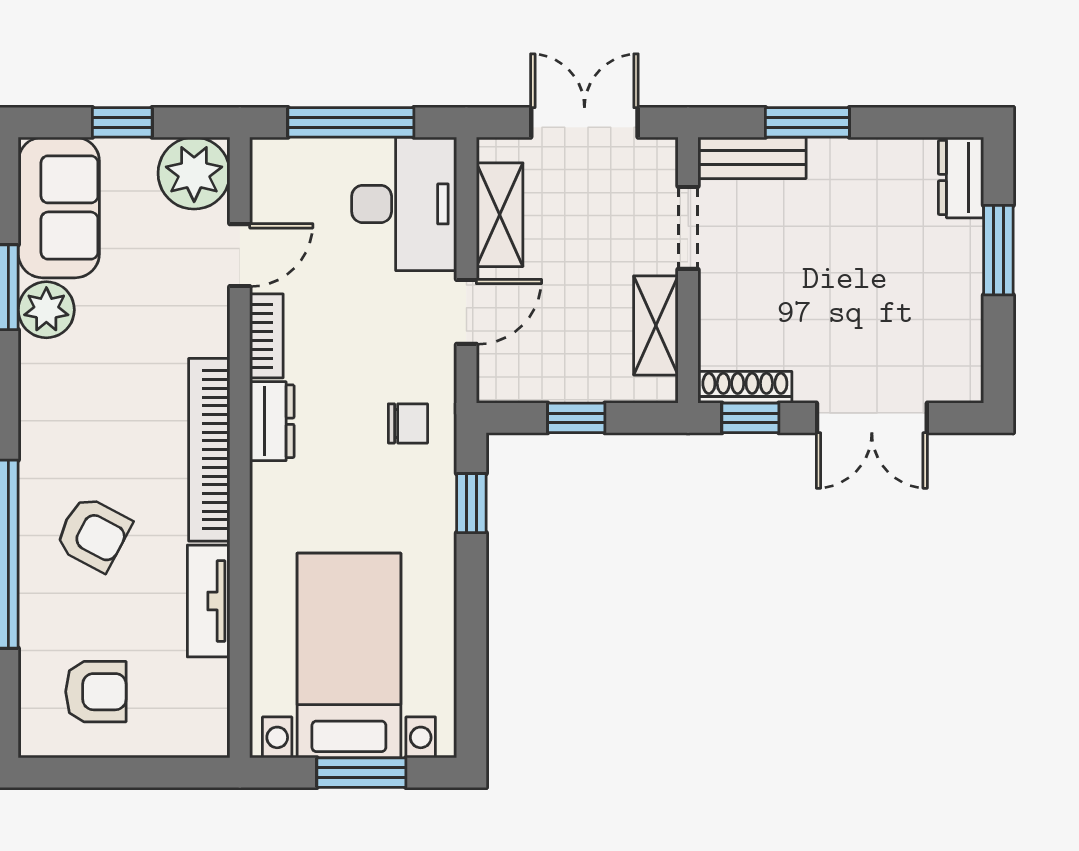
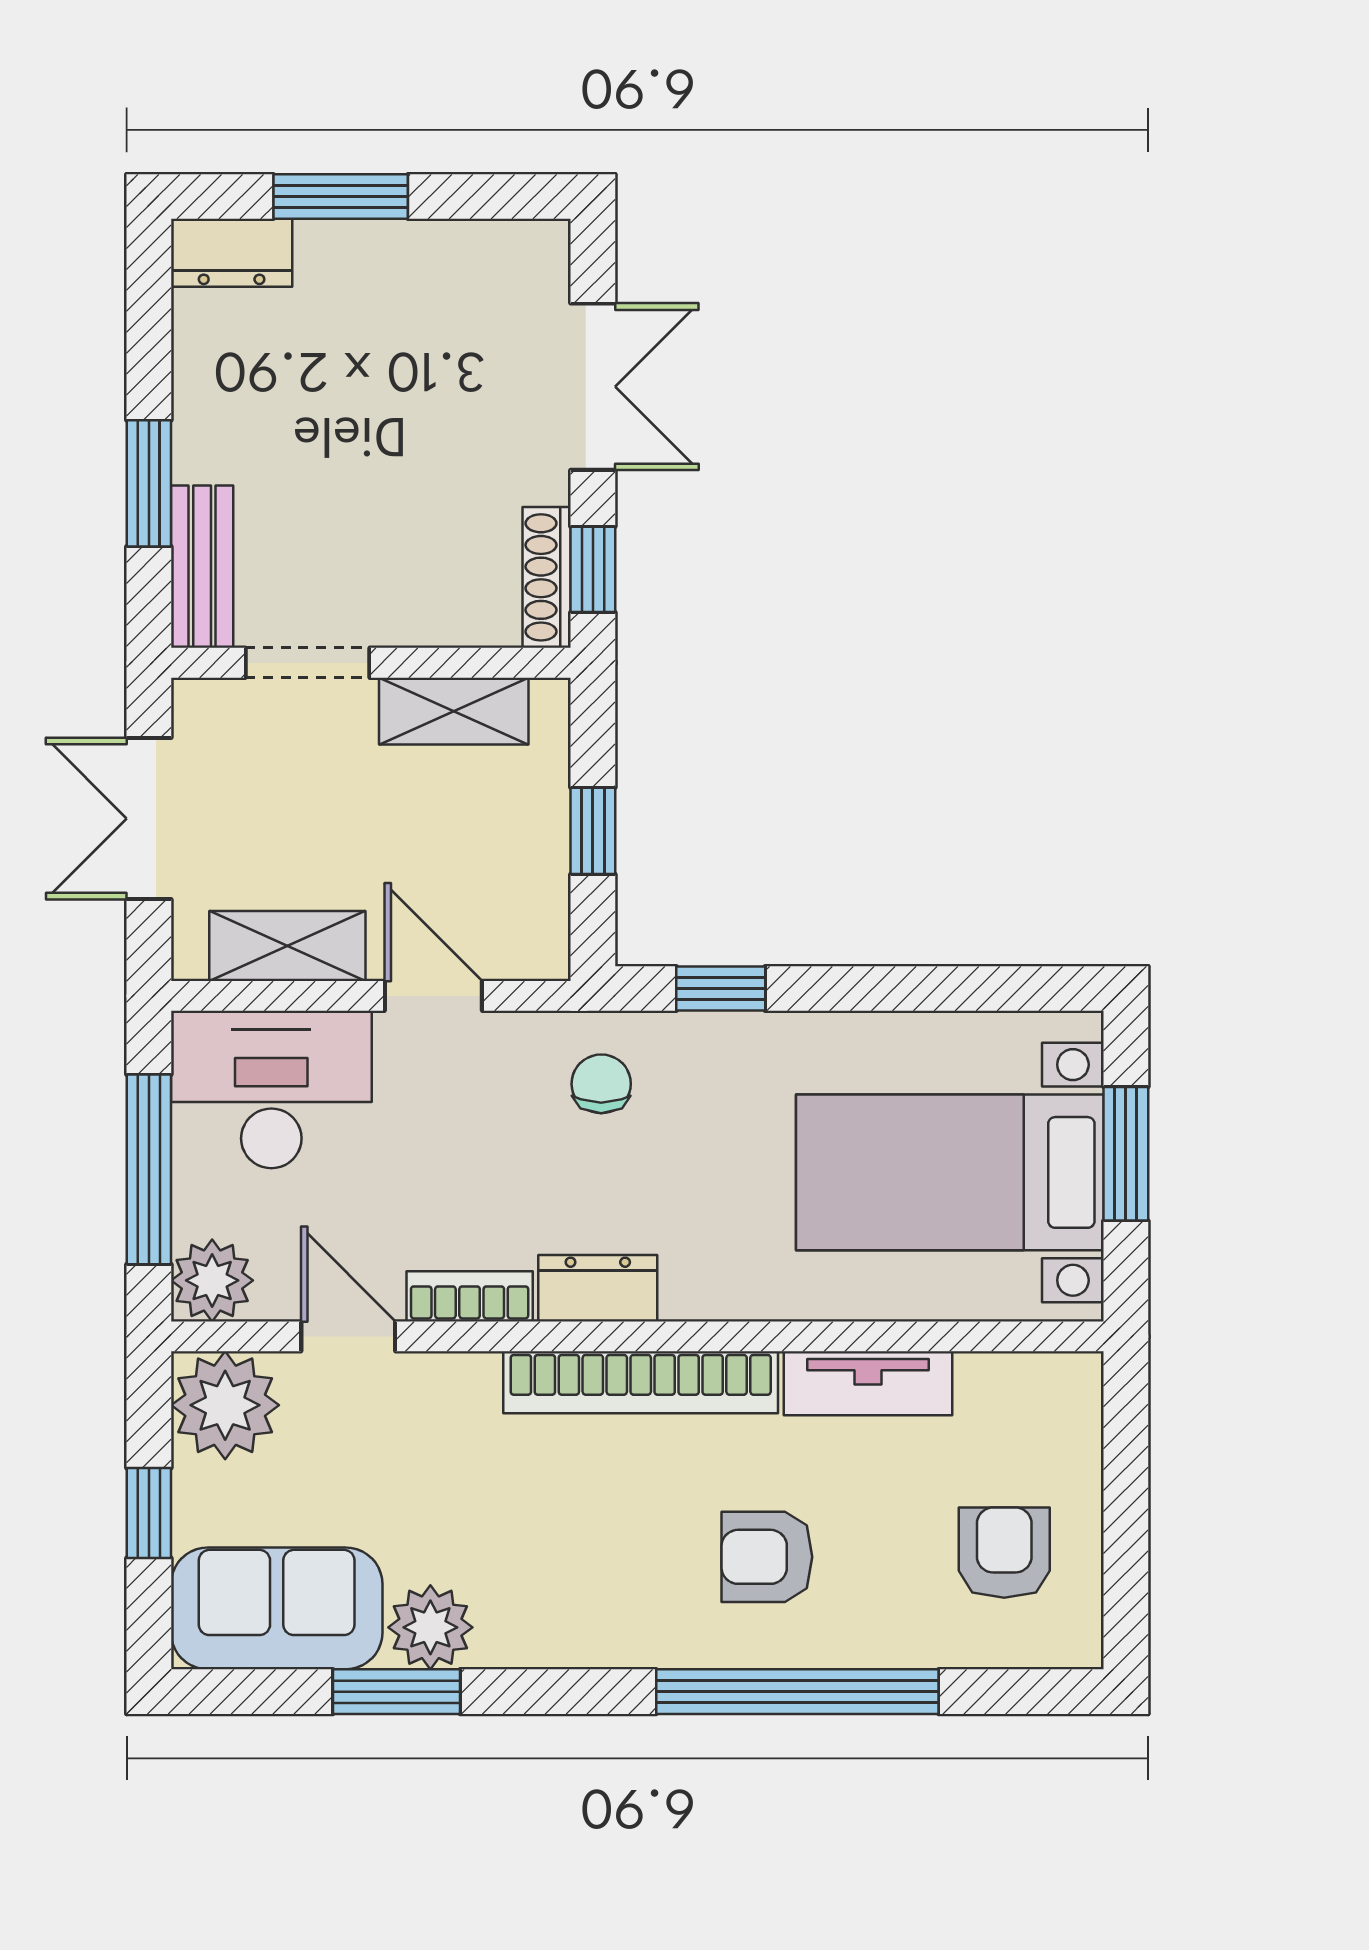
plant: (277, 165) -> (212, 1280), added
armchair: (93, 534) -> (767, 1557), turned -118

